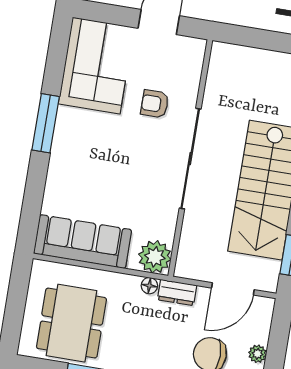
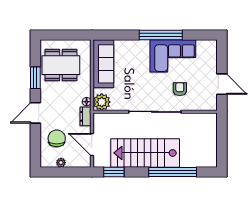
corner sofa: (96, 66) -> (173, 56), moved
window: (46, 123) -> (161, 35), width x1.46

